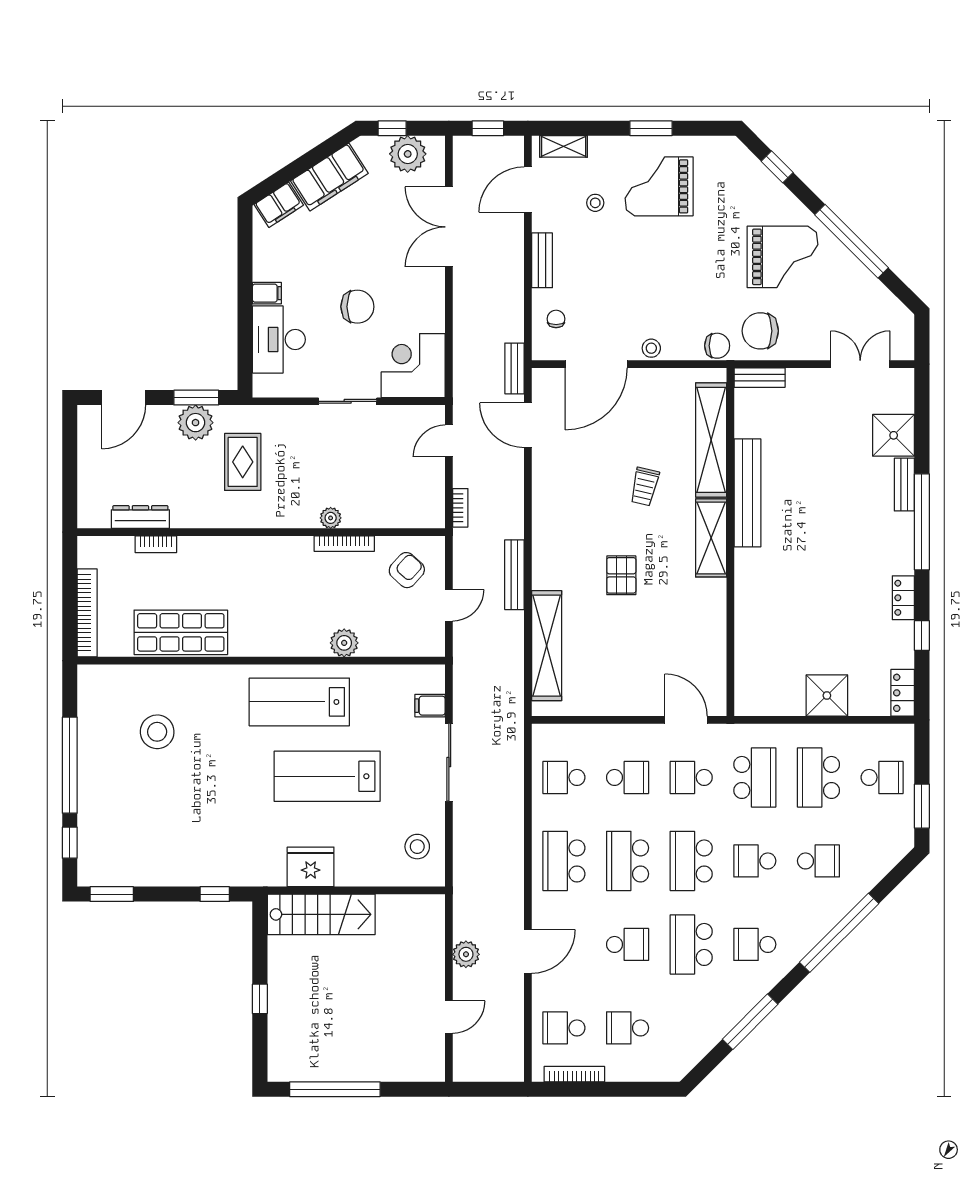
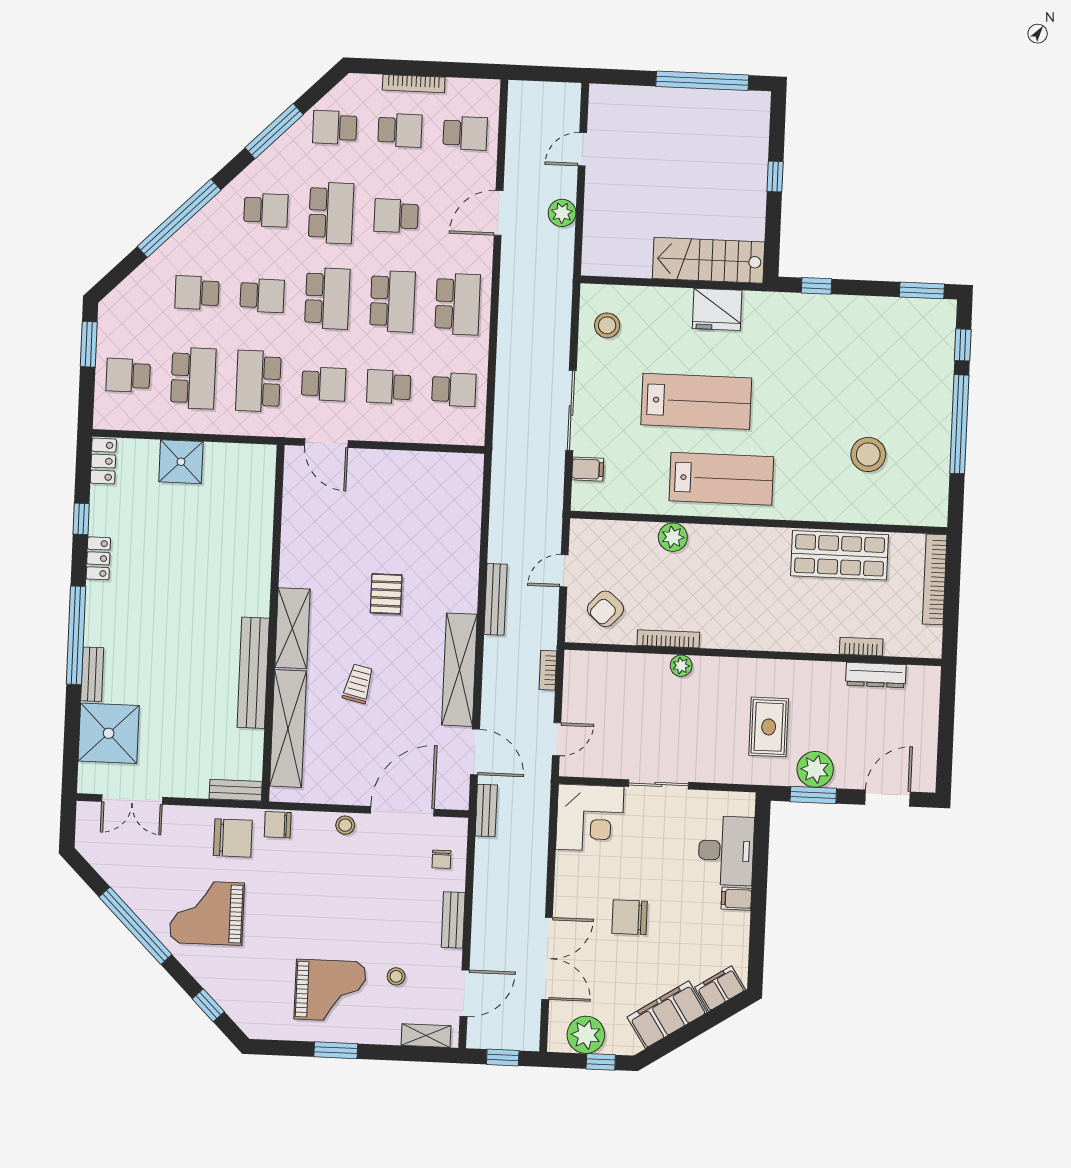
chair: (357, 307) -> (630, 917), moved
shower: (894, 435) -> (109, 733), width x1.37, depth x1.37
shelving: (547, 646) -> (459, 670), moved
school desk: (691, 1028) -> (335, 127), added
bookcase: (574, 1074) -> (414, 84), moved

